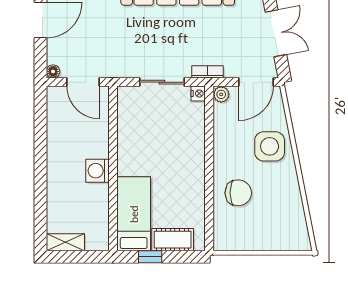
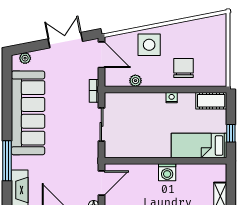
nightstand: (198, 94) -> (172, 98), moved
plant: (221, 94) -> (135, 81), moved
cot: (173, 240) -> (211, 101), moved, turned 90

